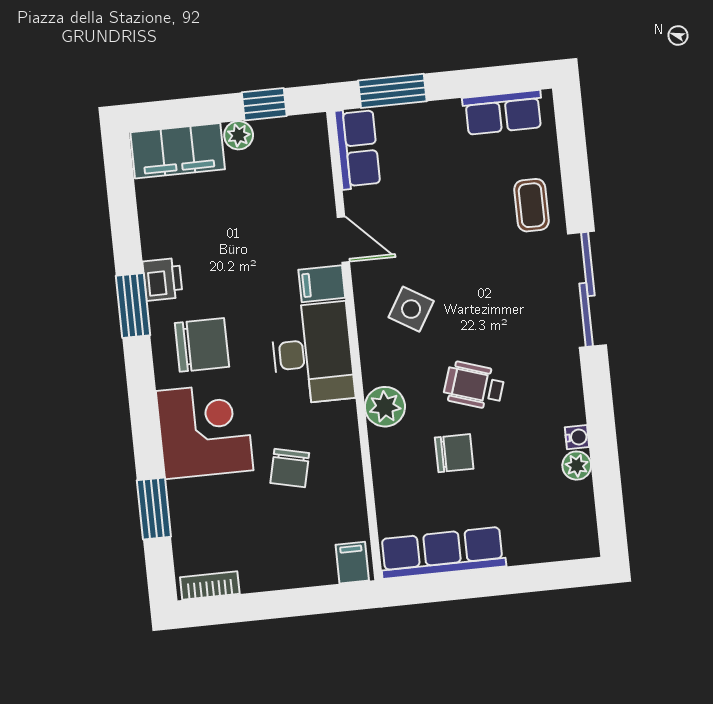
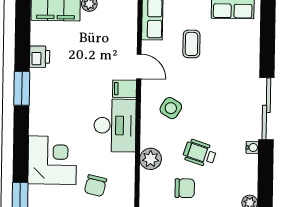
coffee table: (532, 205) -> (191, 44), moved
printer: (163, 279) -> (40, 57), moved
chair: (202, 345) -> (56, 114), removed
water cooler: (577, 437) -> (252, 147), moved

